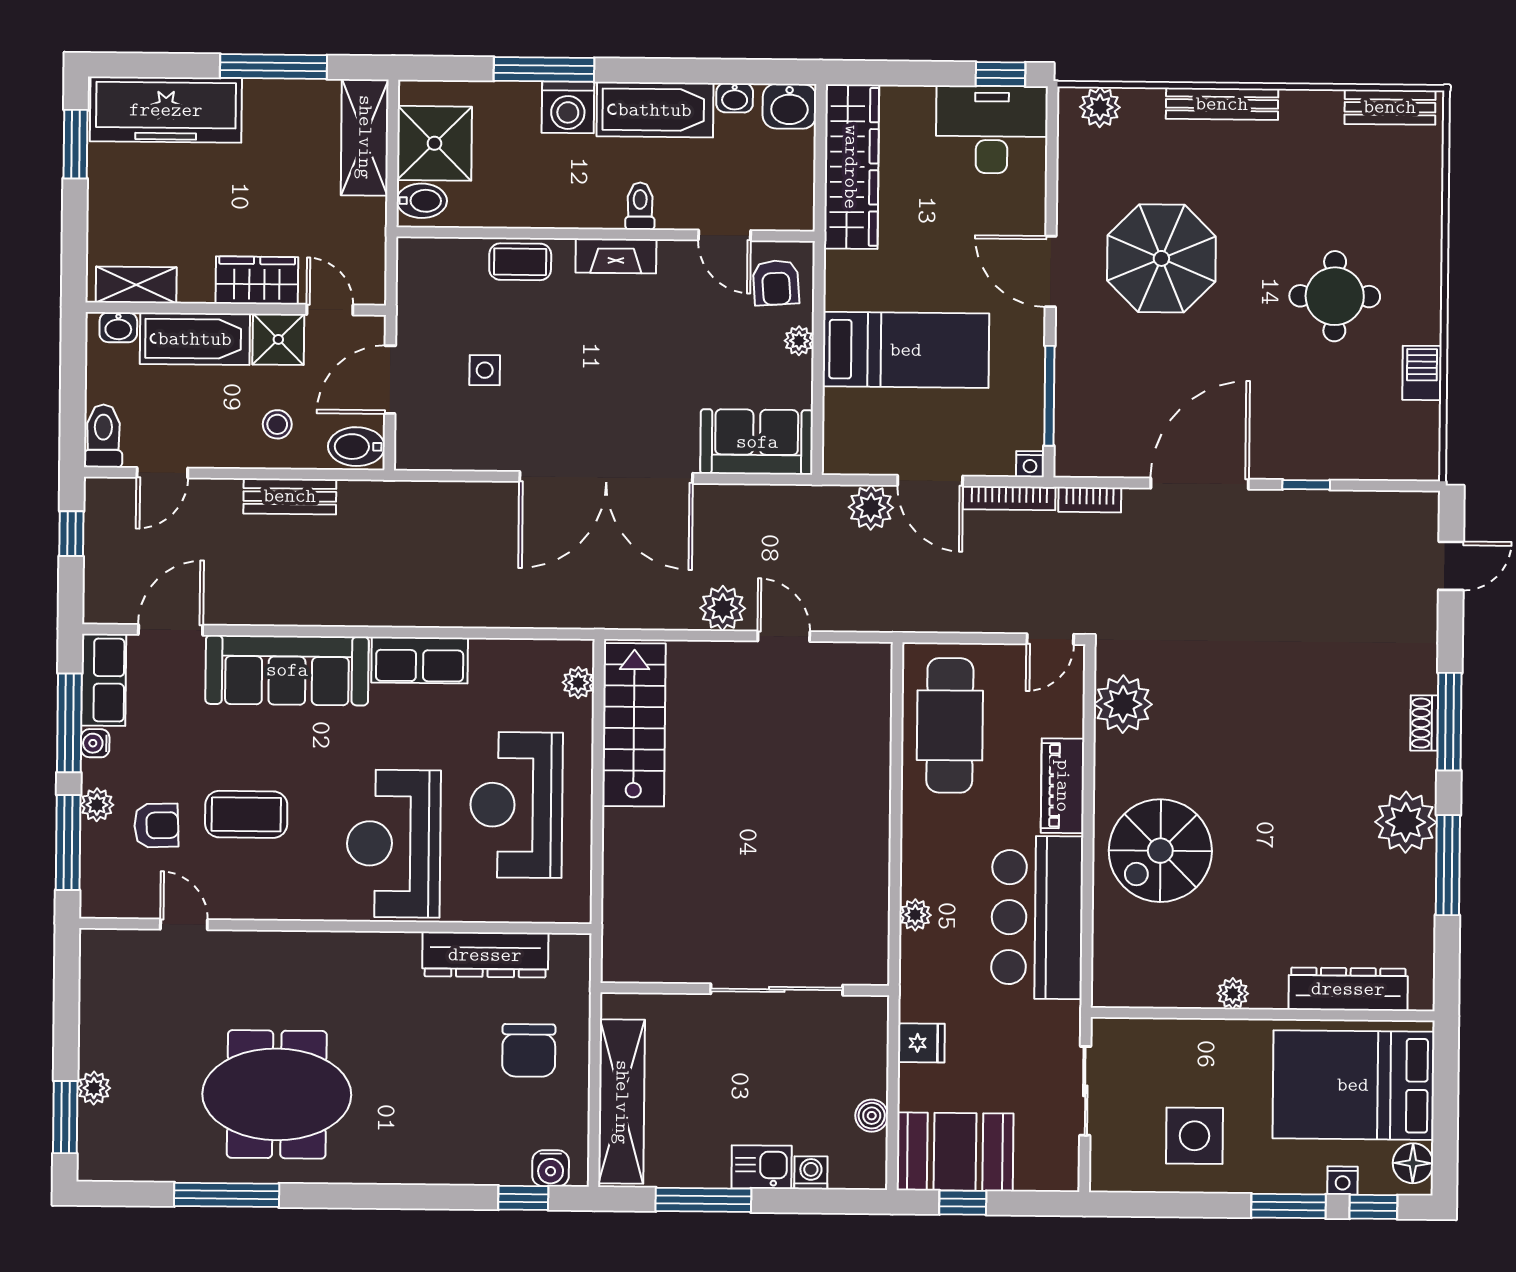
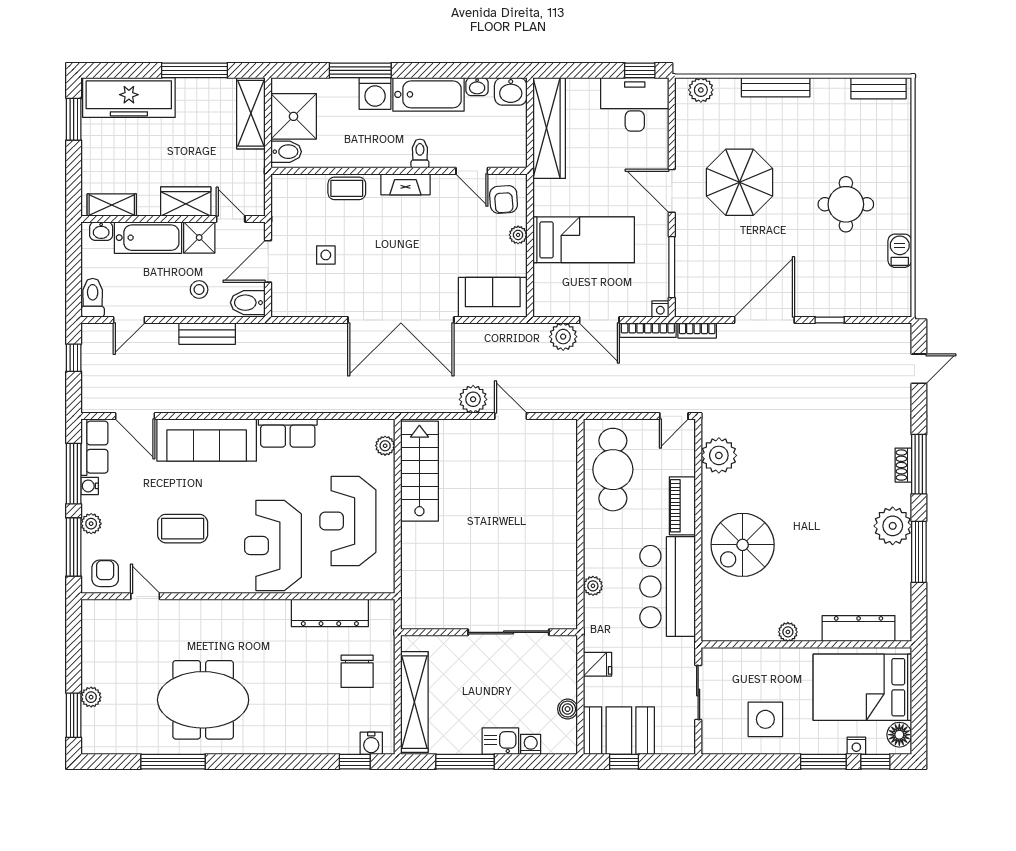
door: (171, 630) -> (135, 416), swing flipped
armchair: (156, 825) -> (105, 573), moved, turned -88

